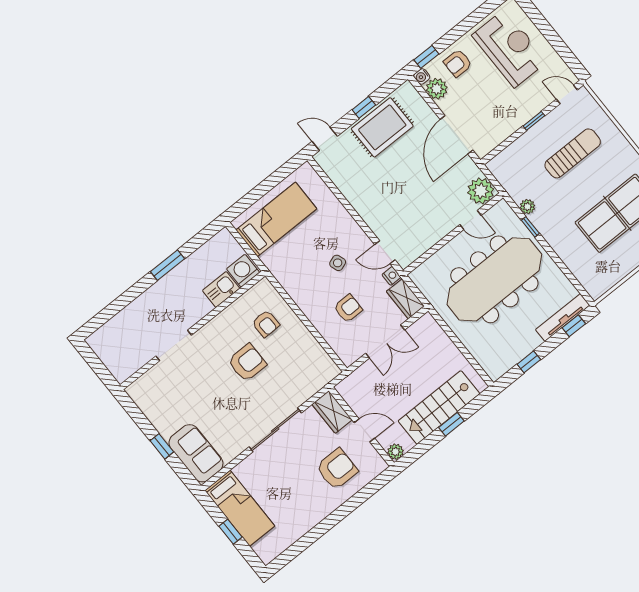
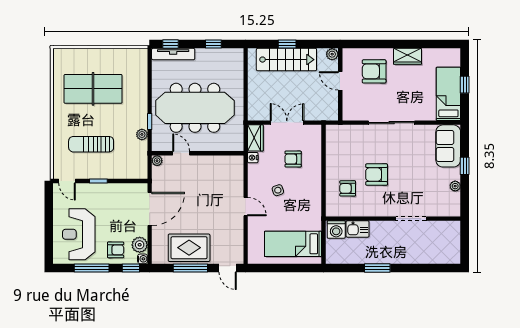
window: (468, 24) -> (92, 268), added
window: (364, 107) -> (190, 268), width x2.17
plant: (481, 191) -> (157, 161), width x0.53, depth x0.53
door: (385, 252) -> (246, 207), moved
armchair: (266, 324) -> (348, 188), turned -89
wardrobe: (332, 412) -> (407, 56), moved, turned 90
plant: (155, 417) -> (455, 186), added

